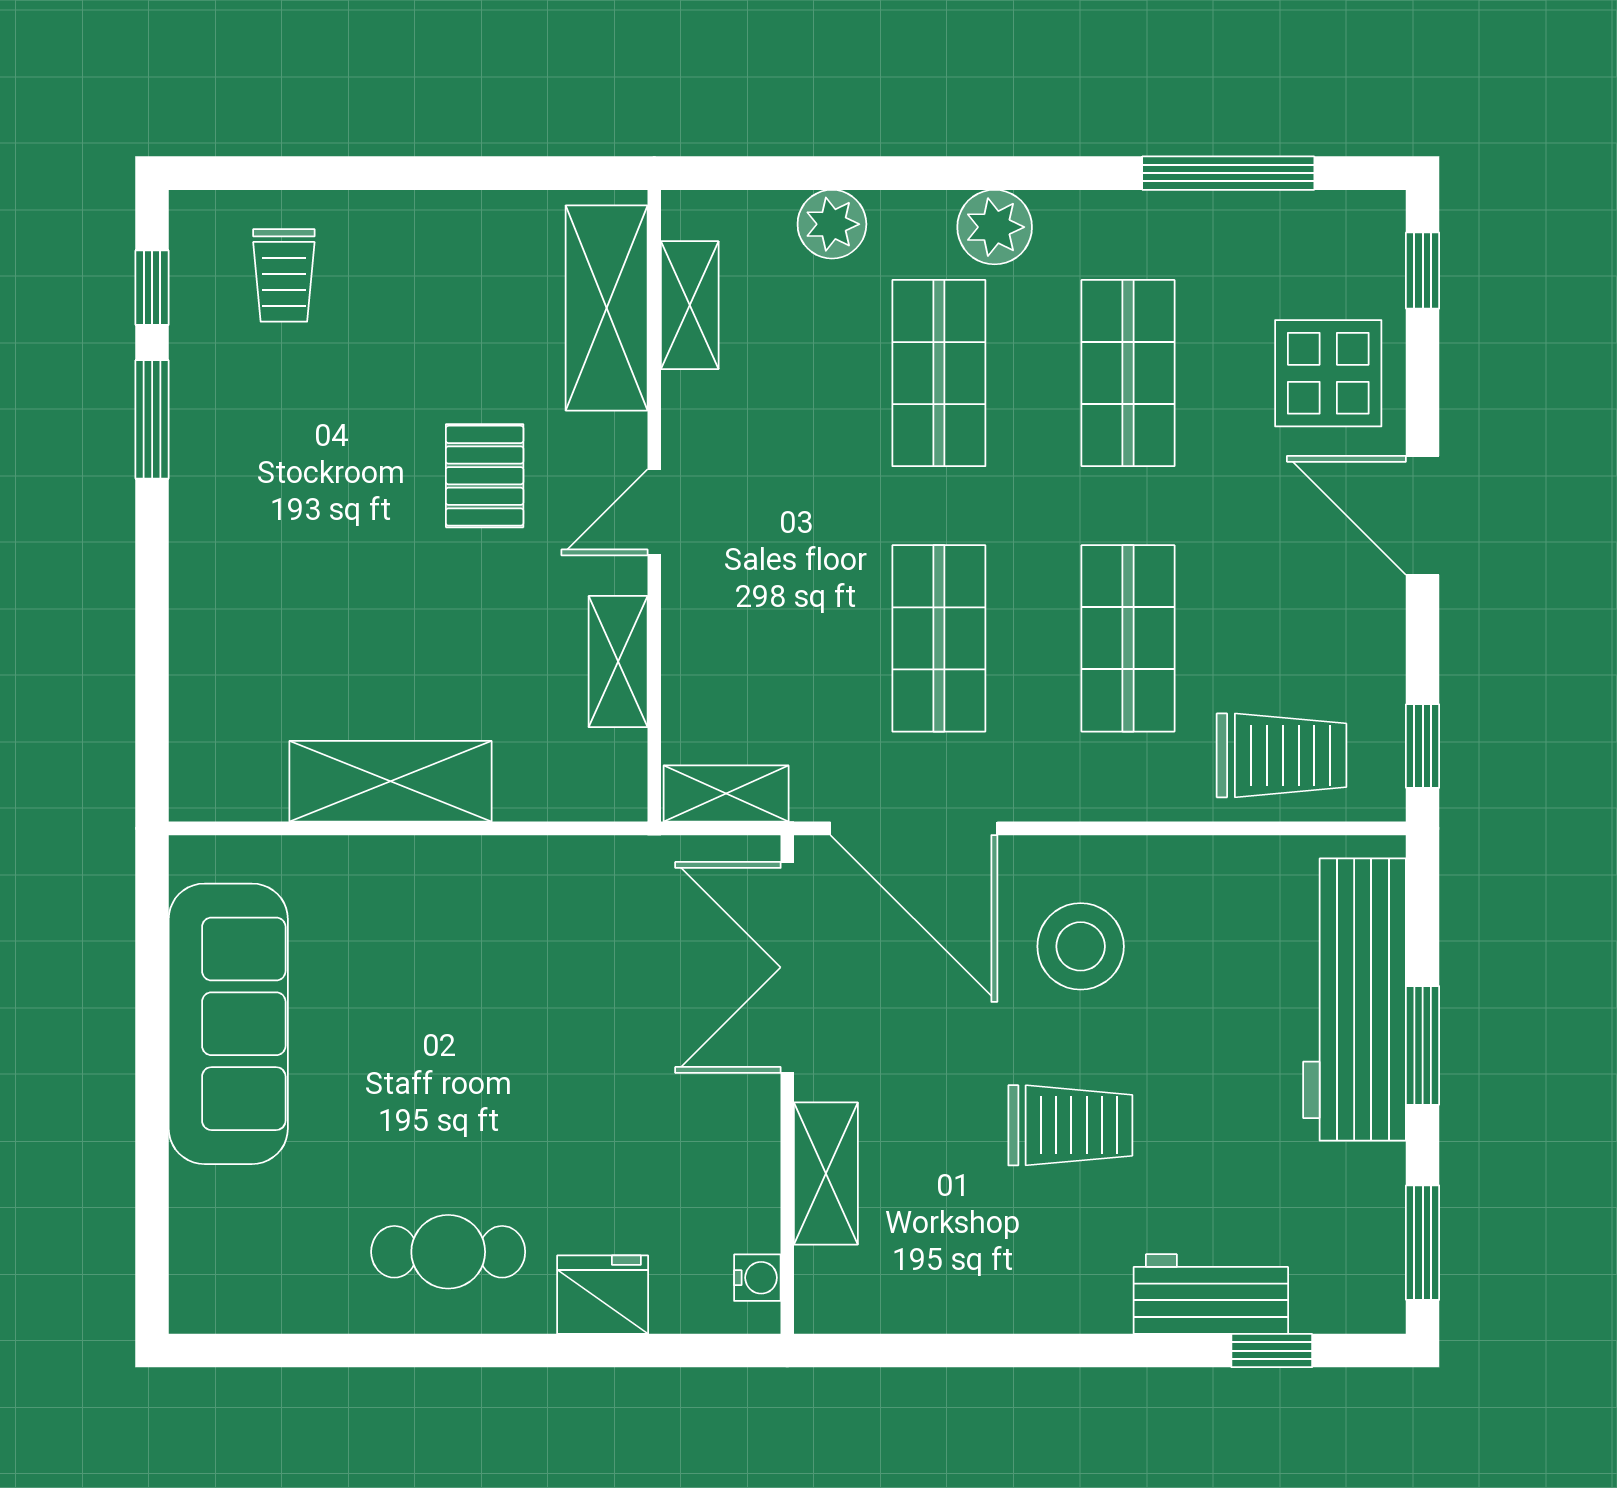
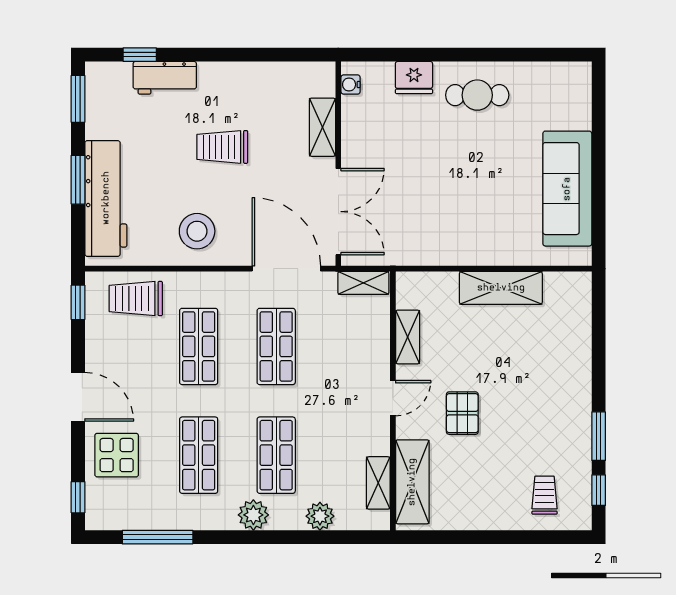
stool: (1081, 946) -> (197, 231), moved

